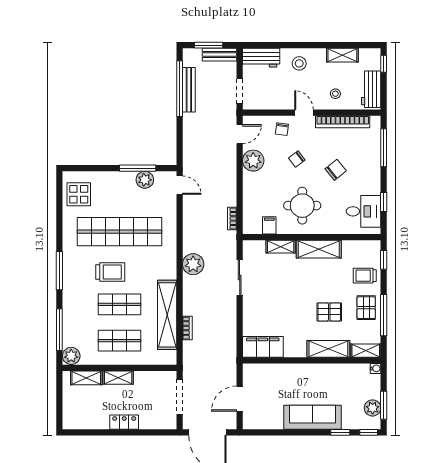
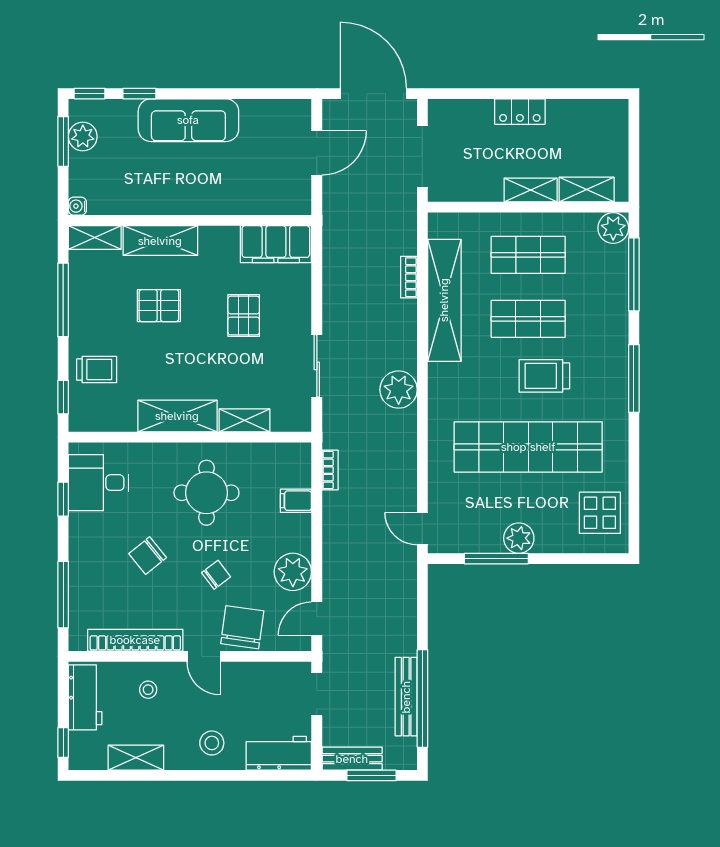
chair: (282, 129) -> (242, 627), width x1.87, depth x1.87
plant: (145, 180) -> (519, 538), moved
filing cabinet: (269, 225) -> (296, 501), moved, turned 90
pallet: (366, 308) -> (244, 316), moved

